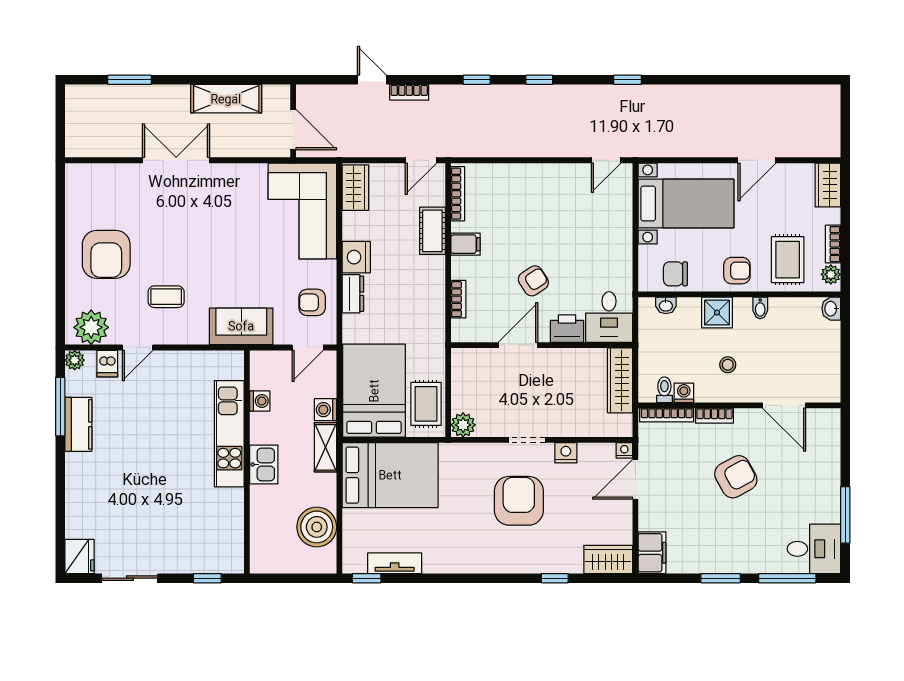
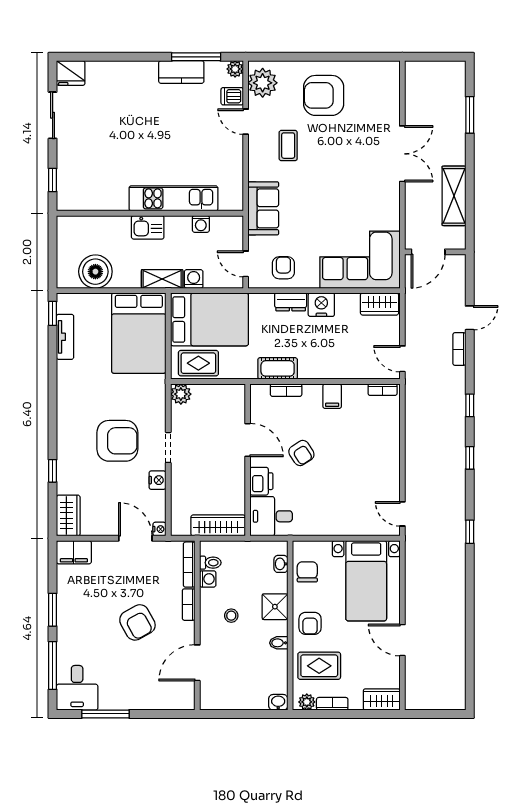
bookcase: (458, 194) -> (383, 390), width x0.64
cot: (432, 231) -> (278, 368), moved

